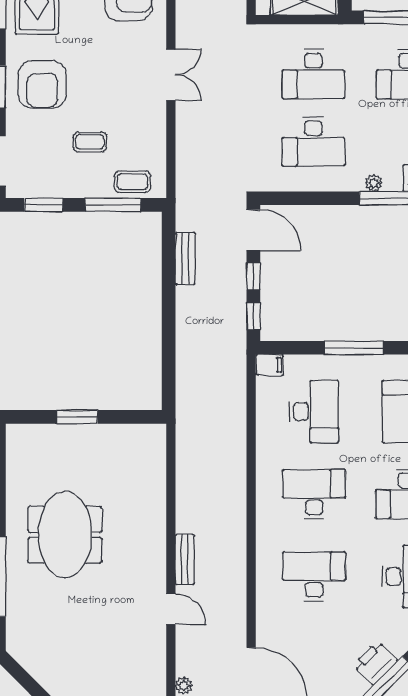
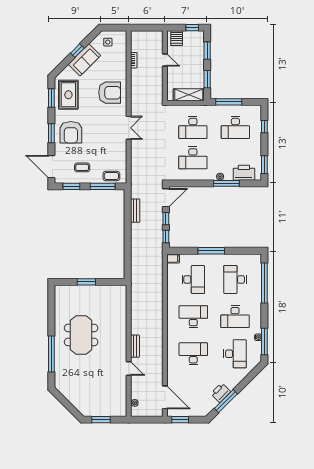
coffee table: (90, 142) -> (82, 167), moved
door: (253, 230) -> (166, 198), hinge flipped

